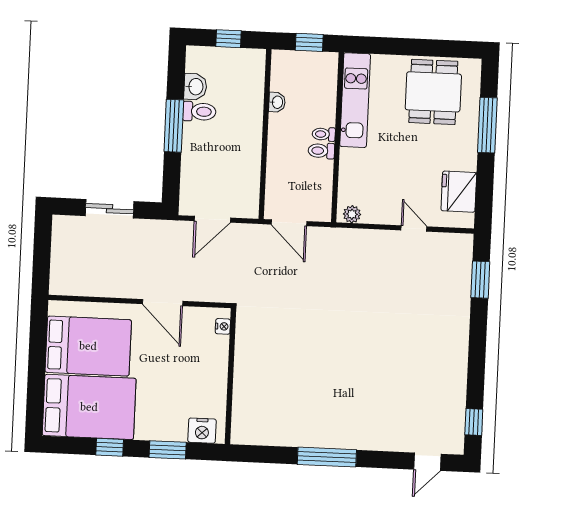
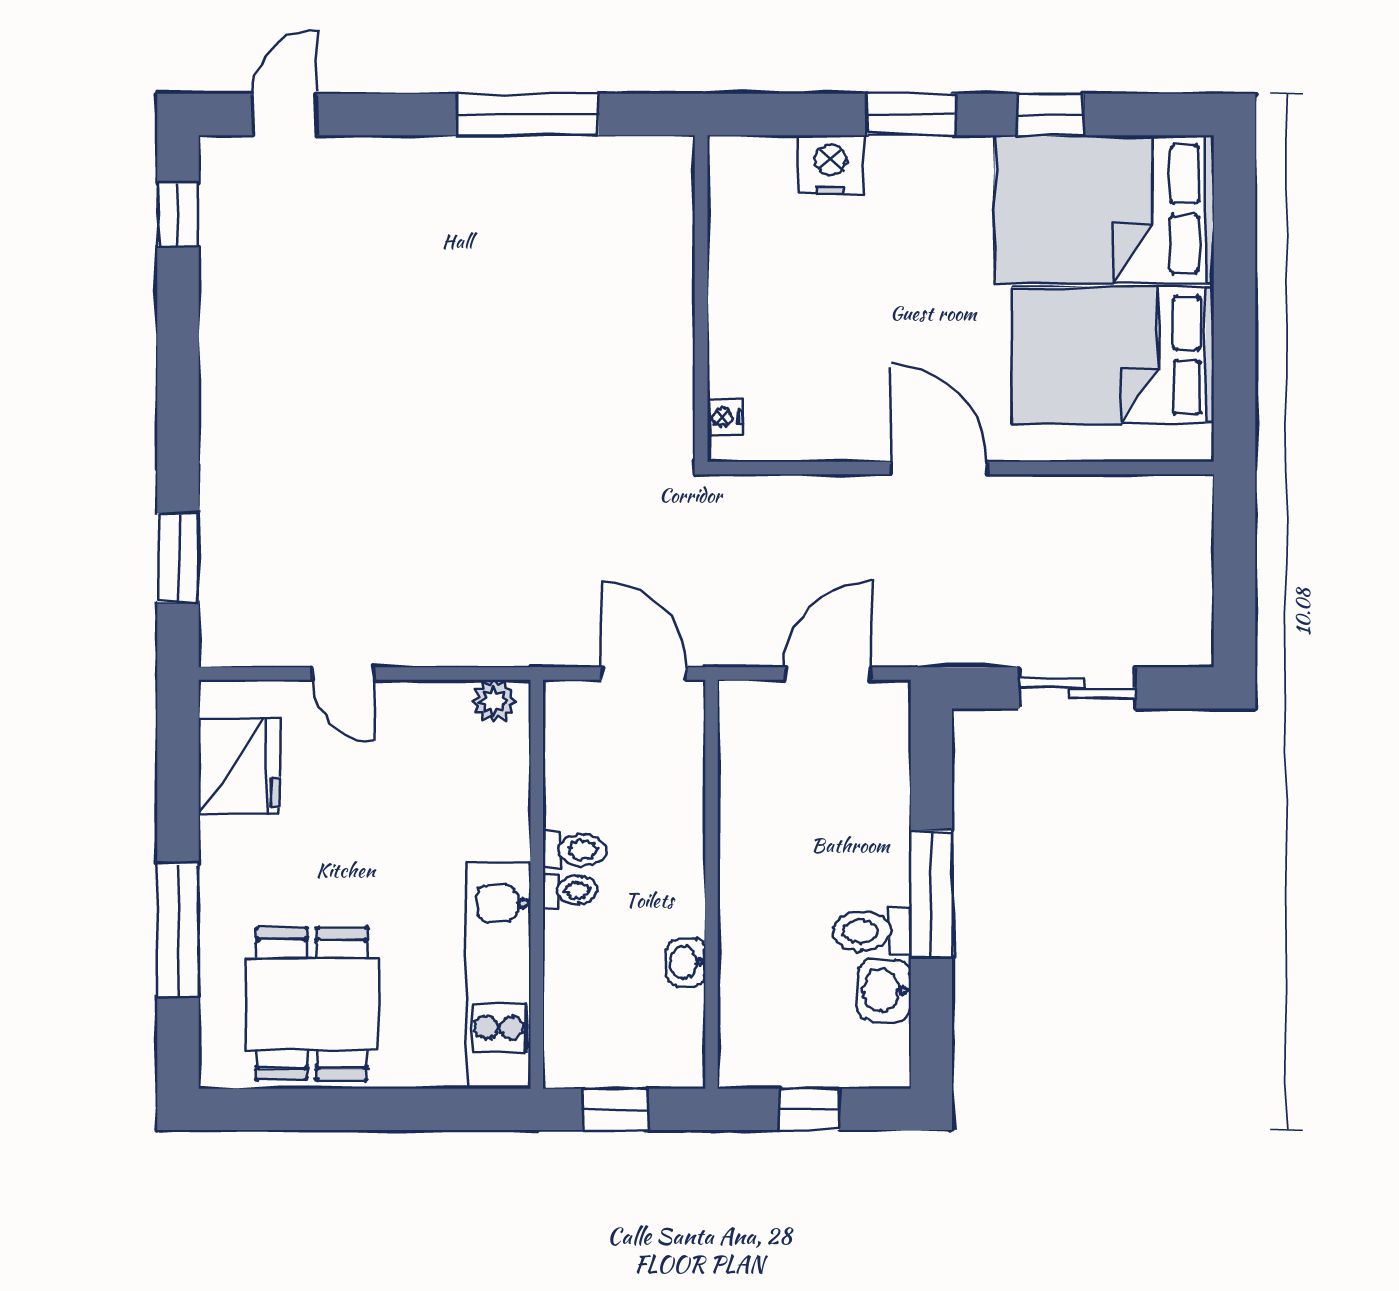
nightstand: (223, 326) -> (725, 417), moved
wall: (230, 376) -> (701, 298), moved

